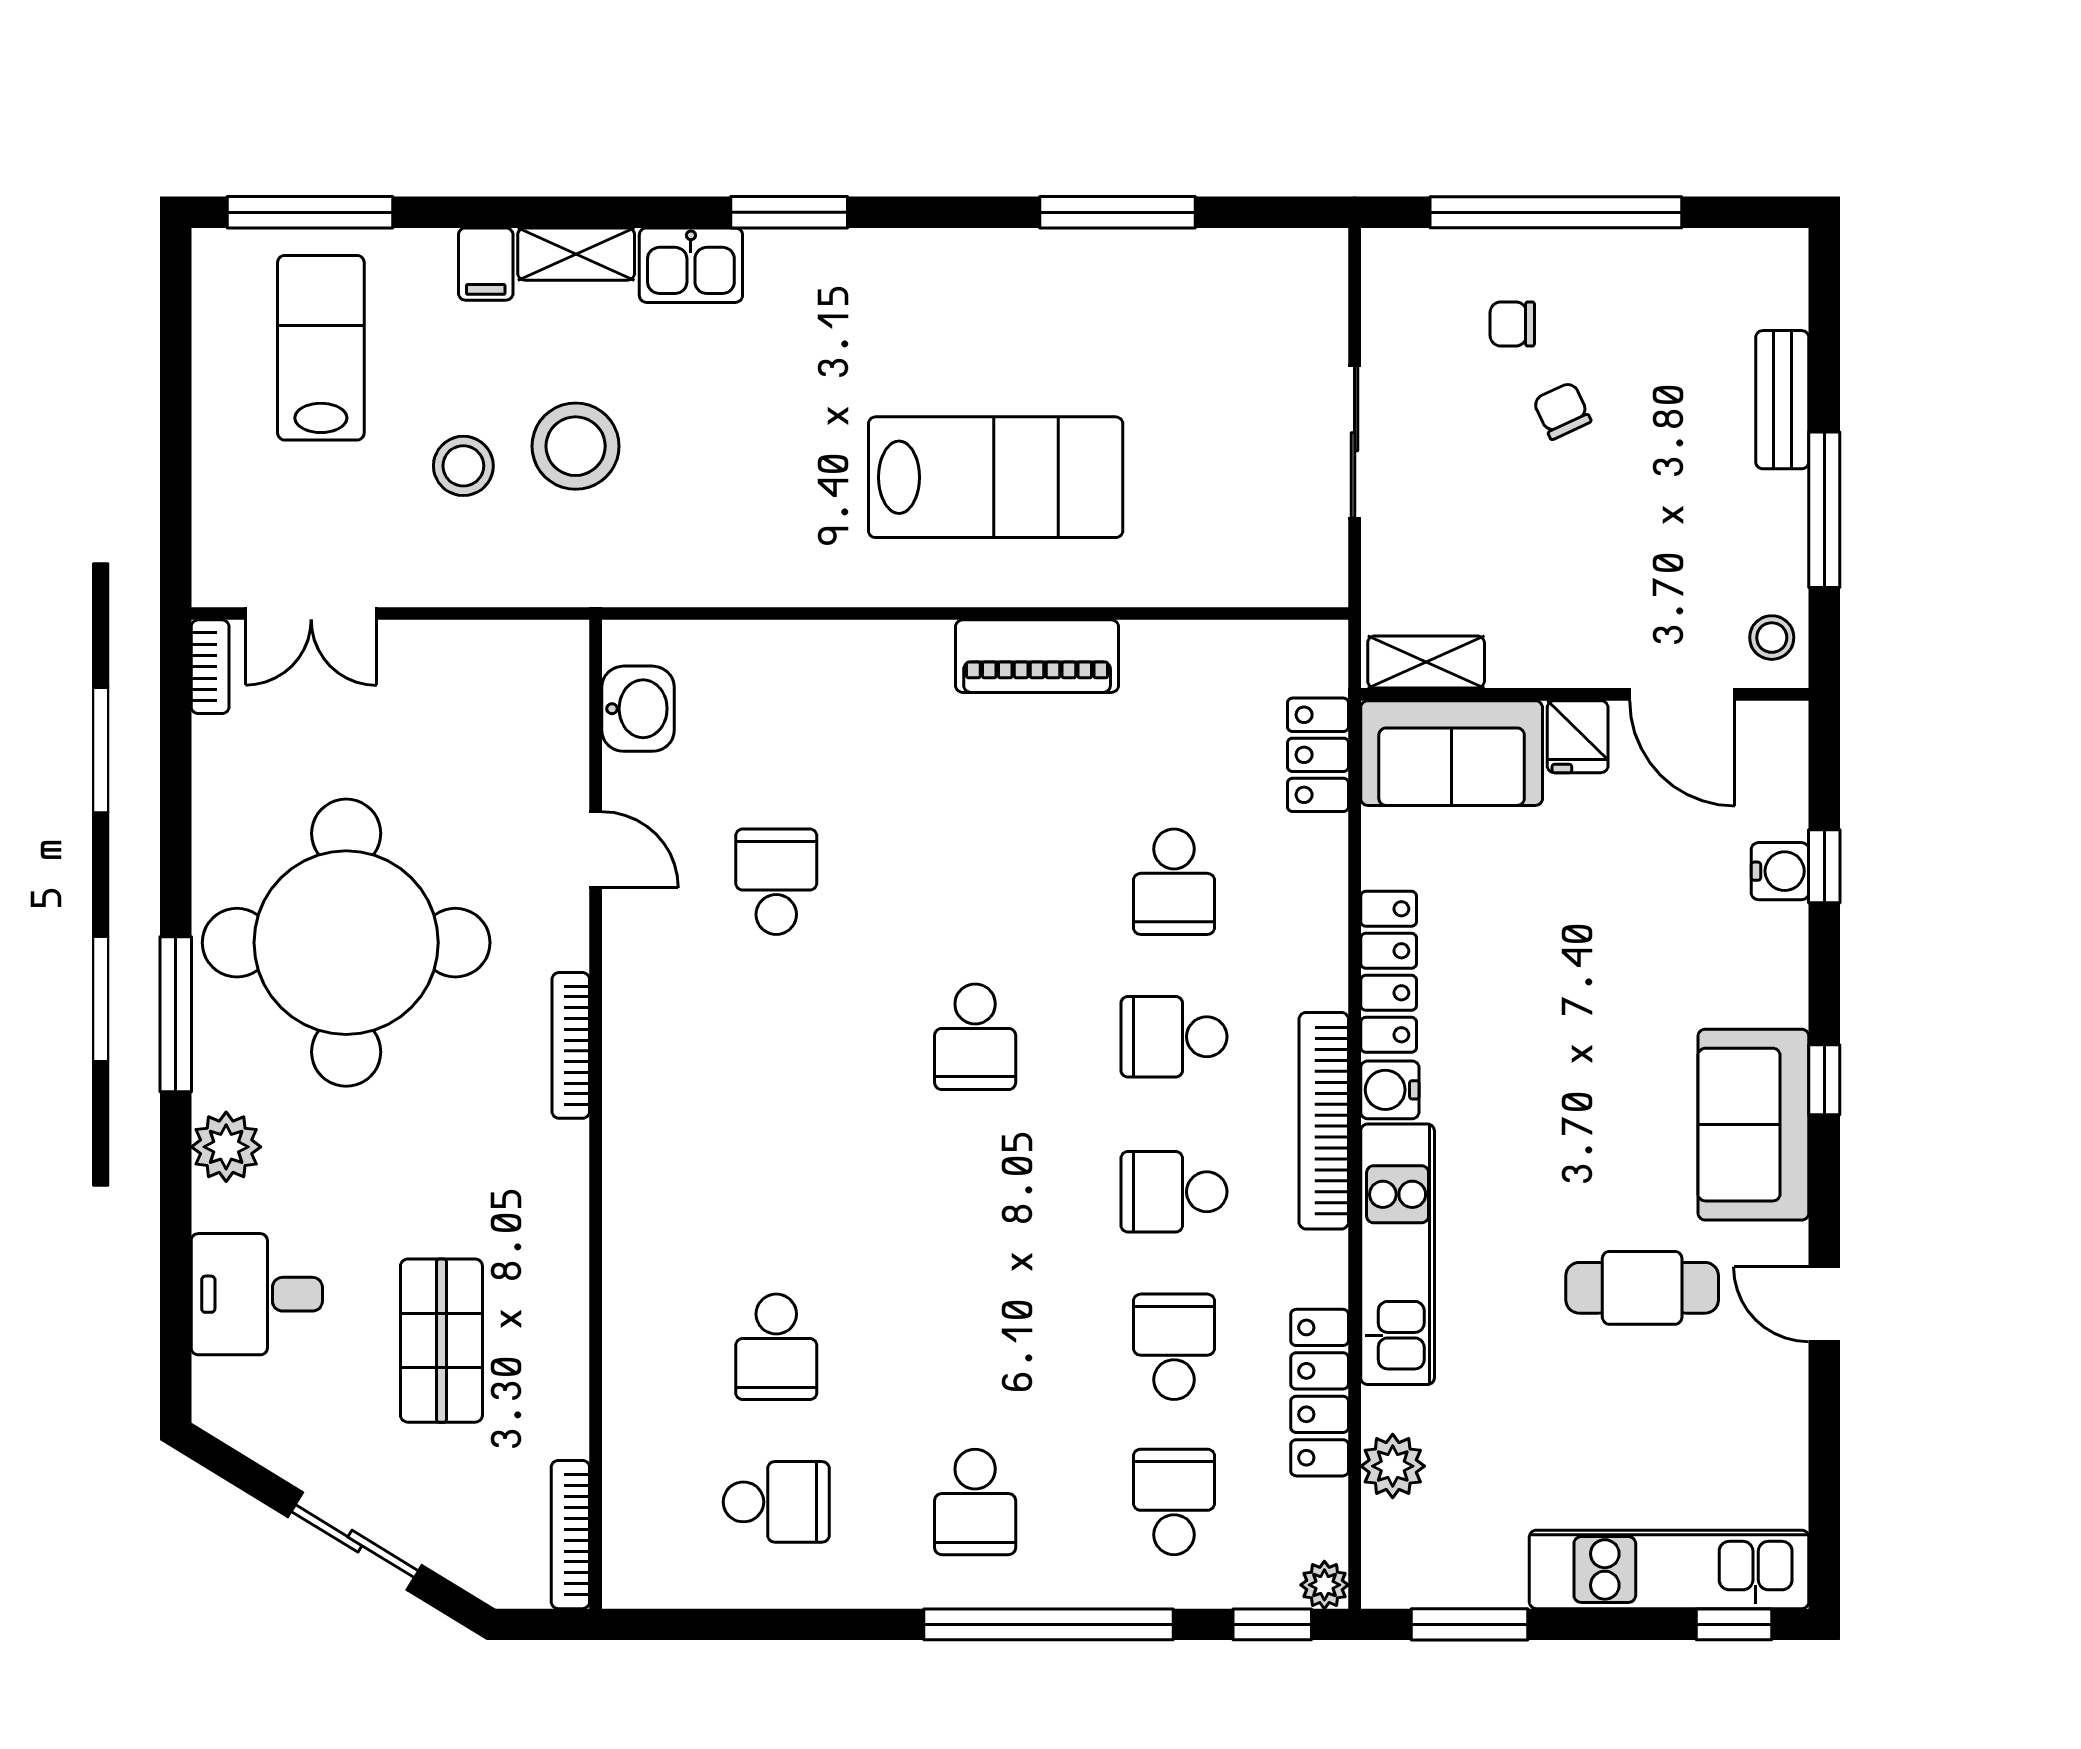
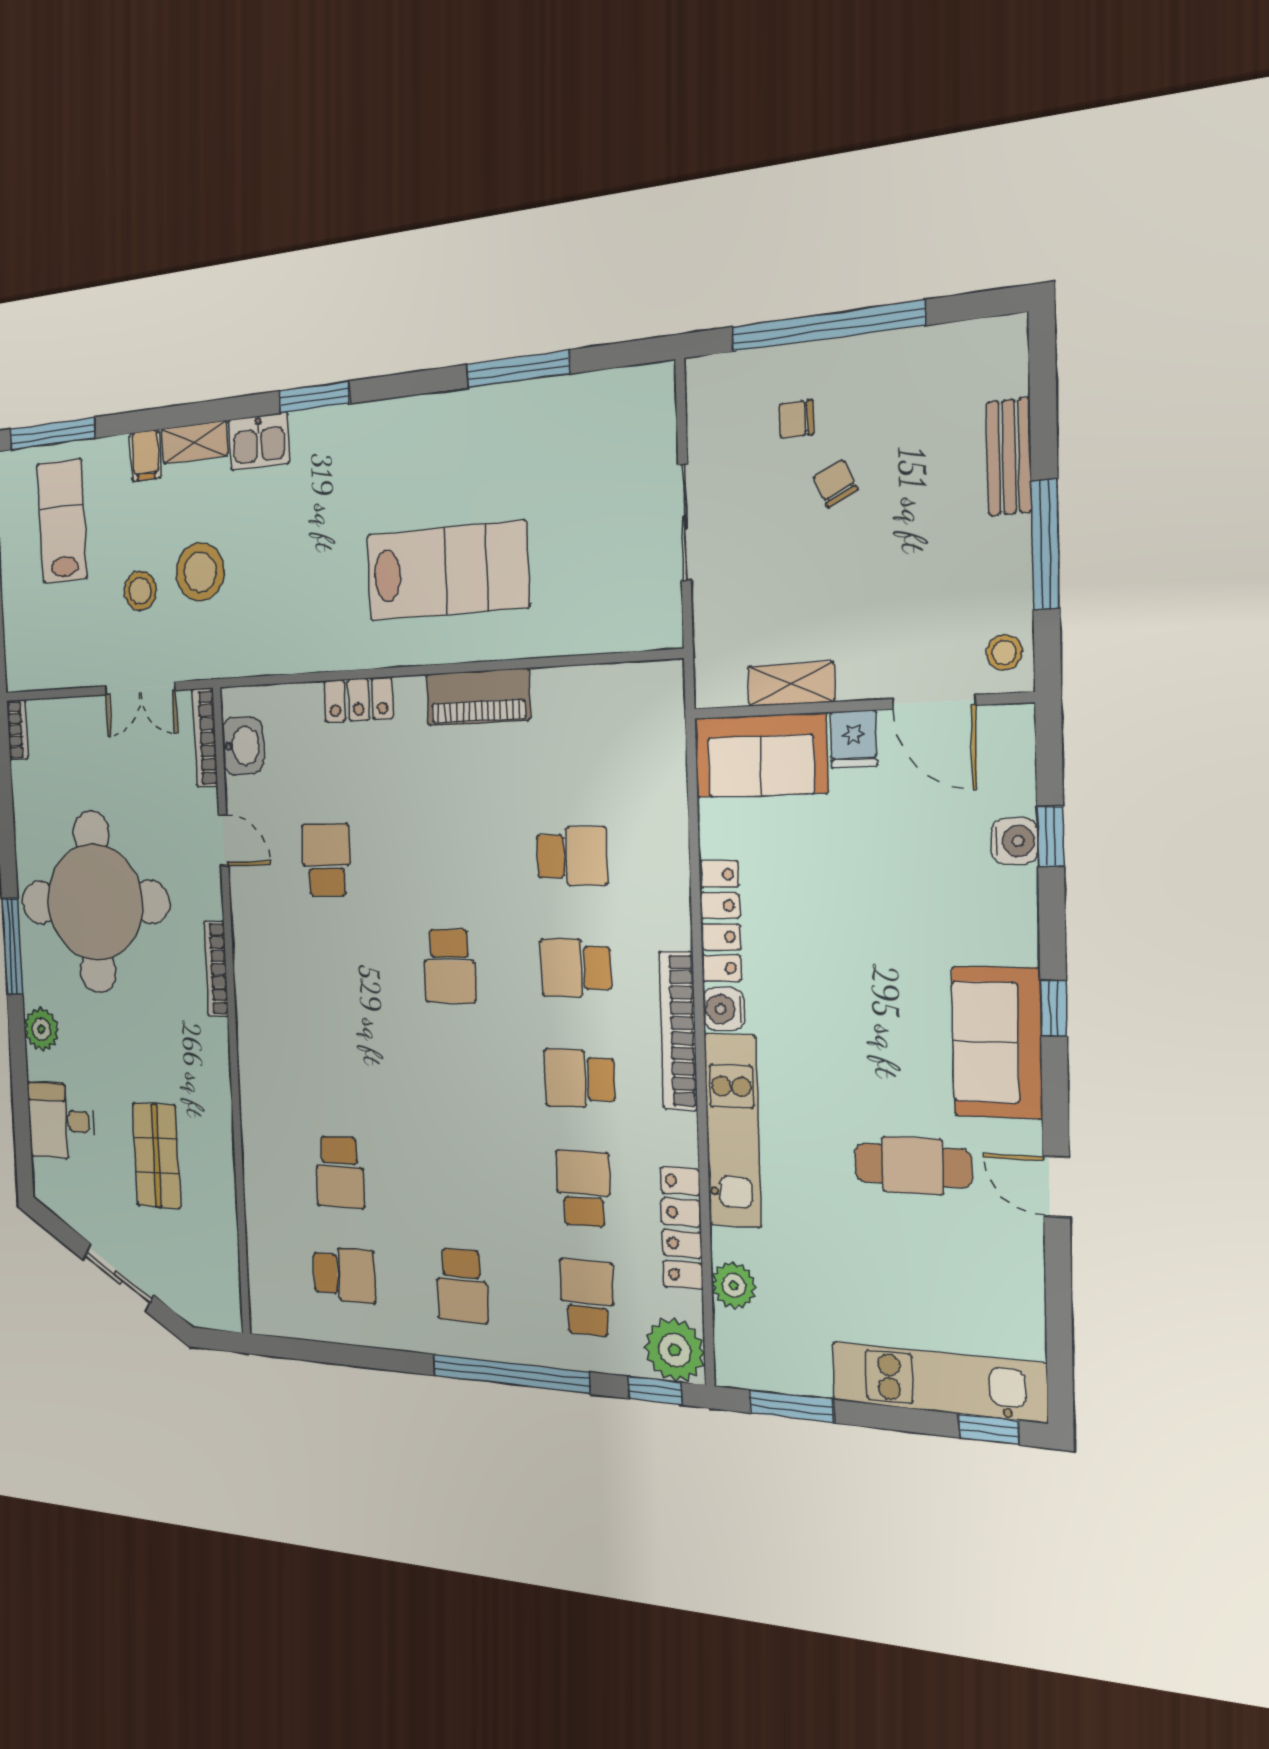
double door: (311, 614) -> (140, 688), moved
shelving: (1426, 662) -> (791, 684), moved
locker: (1318, 755) -> (358, 700), moved, turned -90
school desk: (1174, 882) -> (572, 856), turned -90
bookcase: (570, 1535) -> (205, 738), moved
plant: (1324, 1585) -> (675, 1350), width x1.88, depth x1.88

